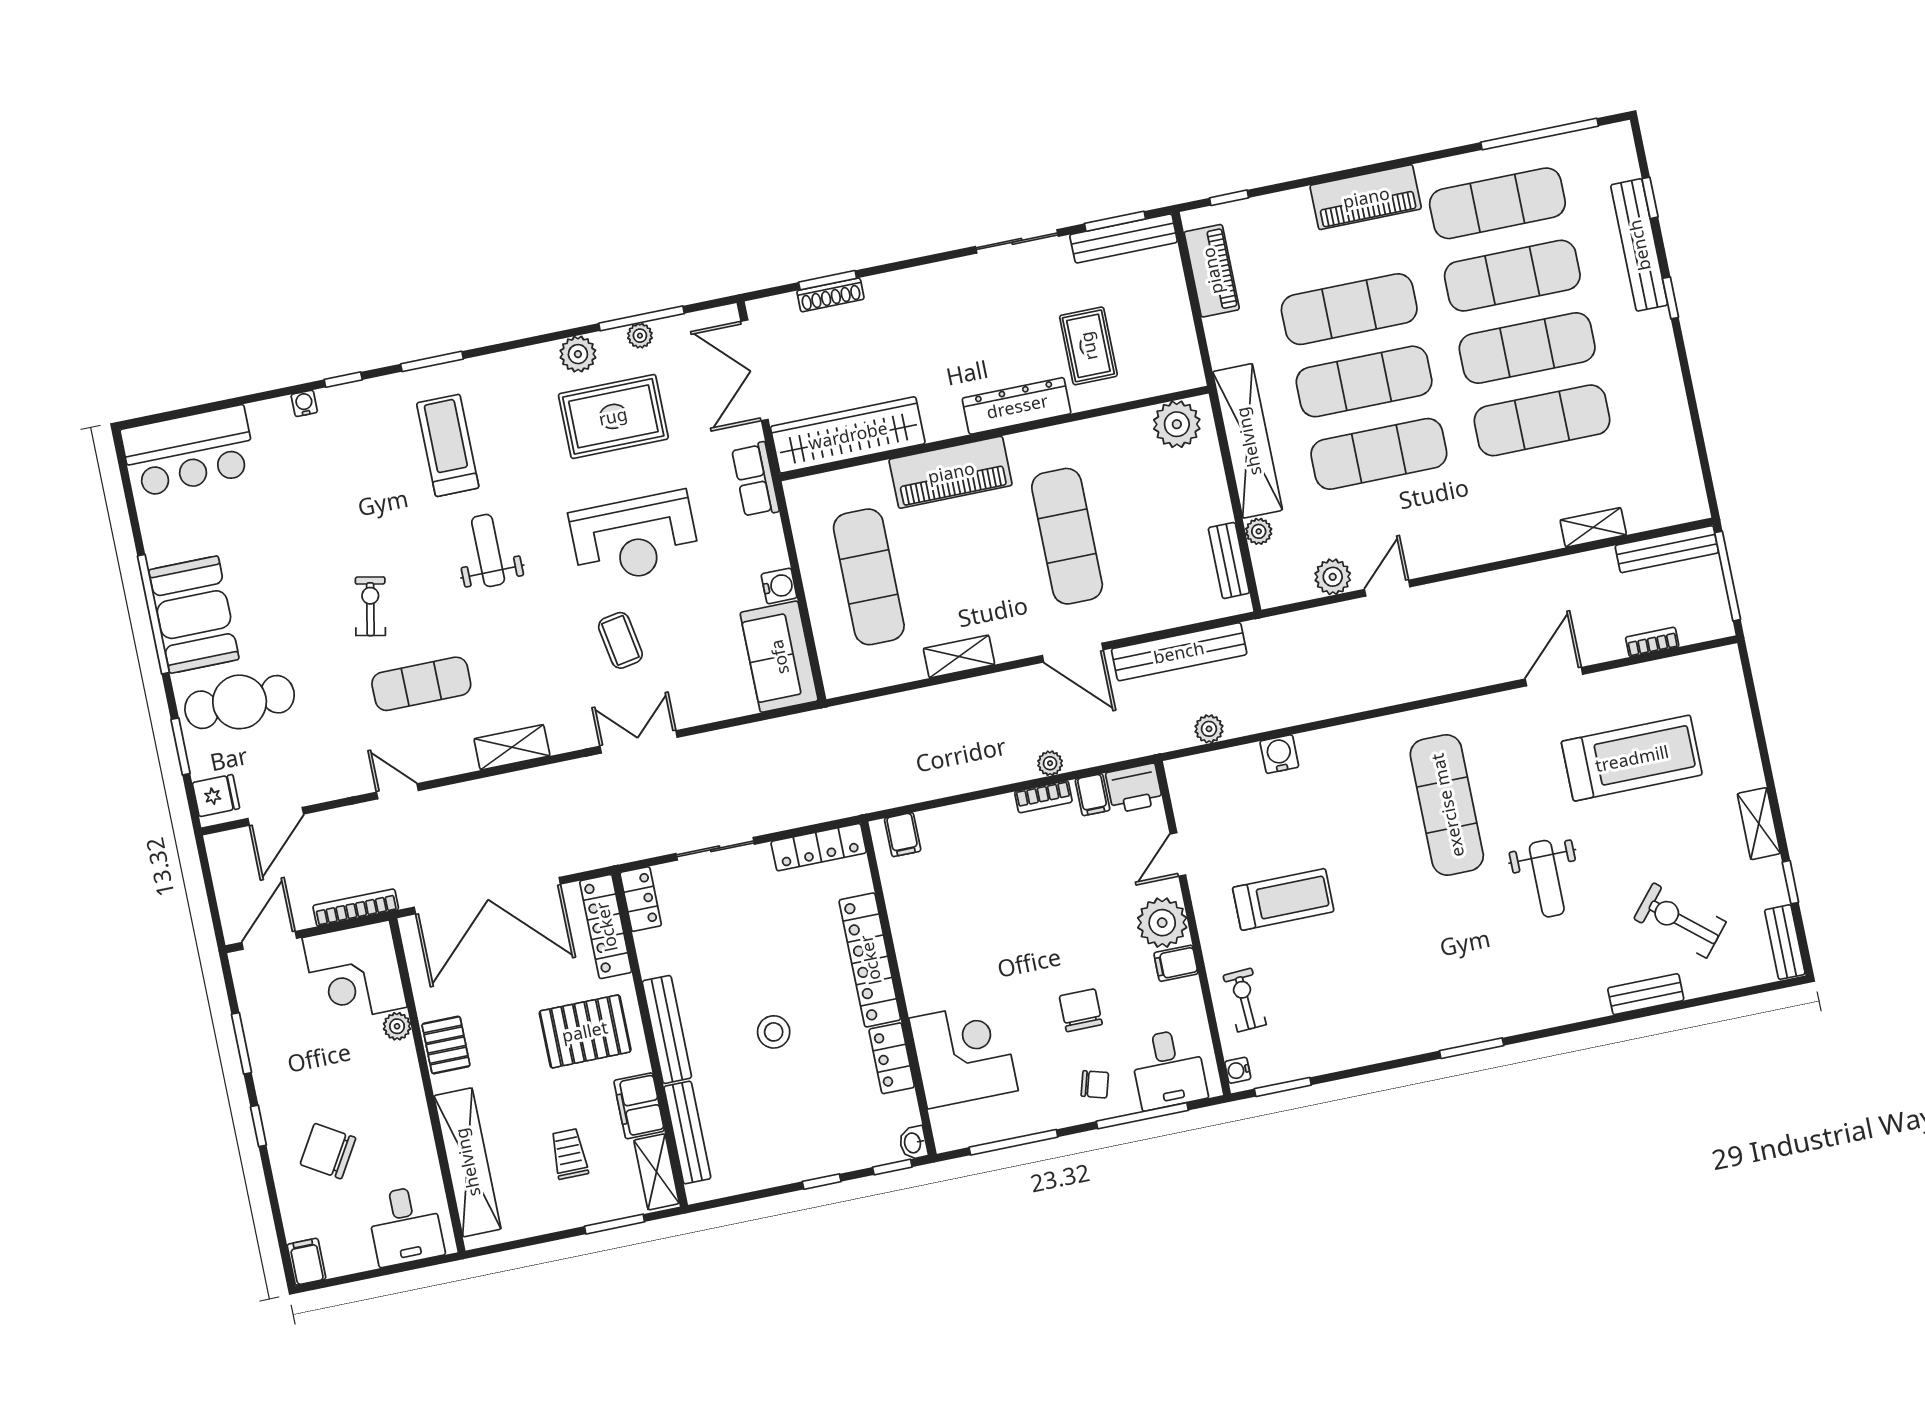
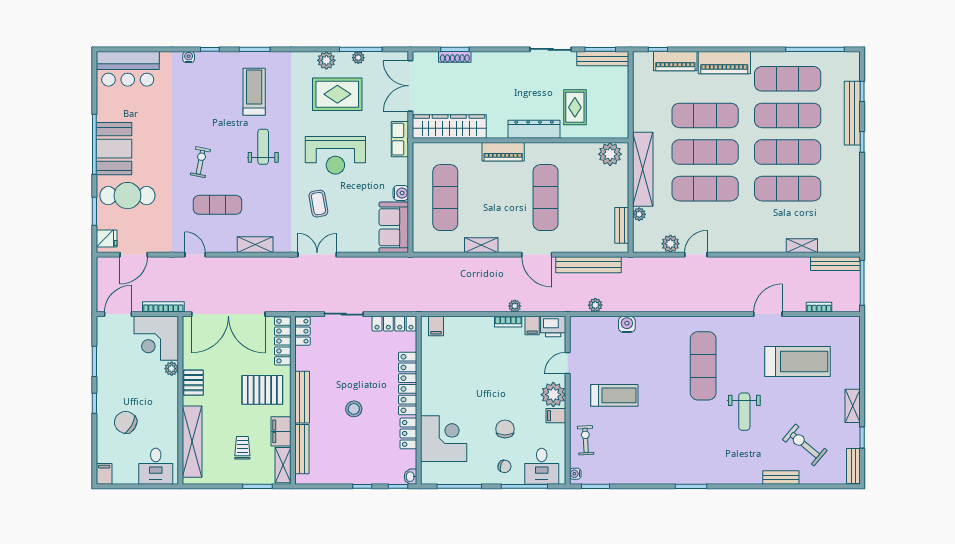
piano: (1212, 271) -> (675, 61), moved, turned 90
piano: (951, 472) -> (503, 152), width x0.73, depth x0.75

